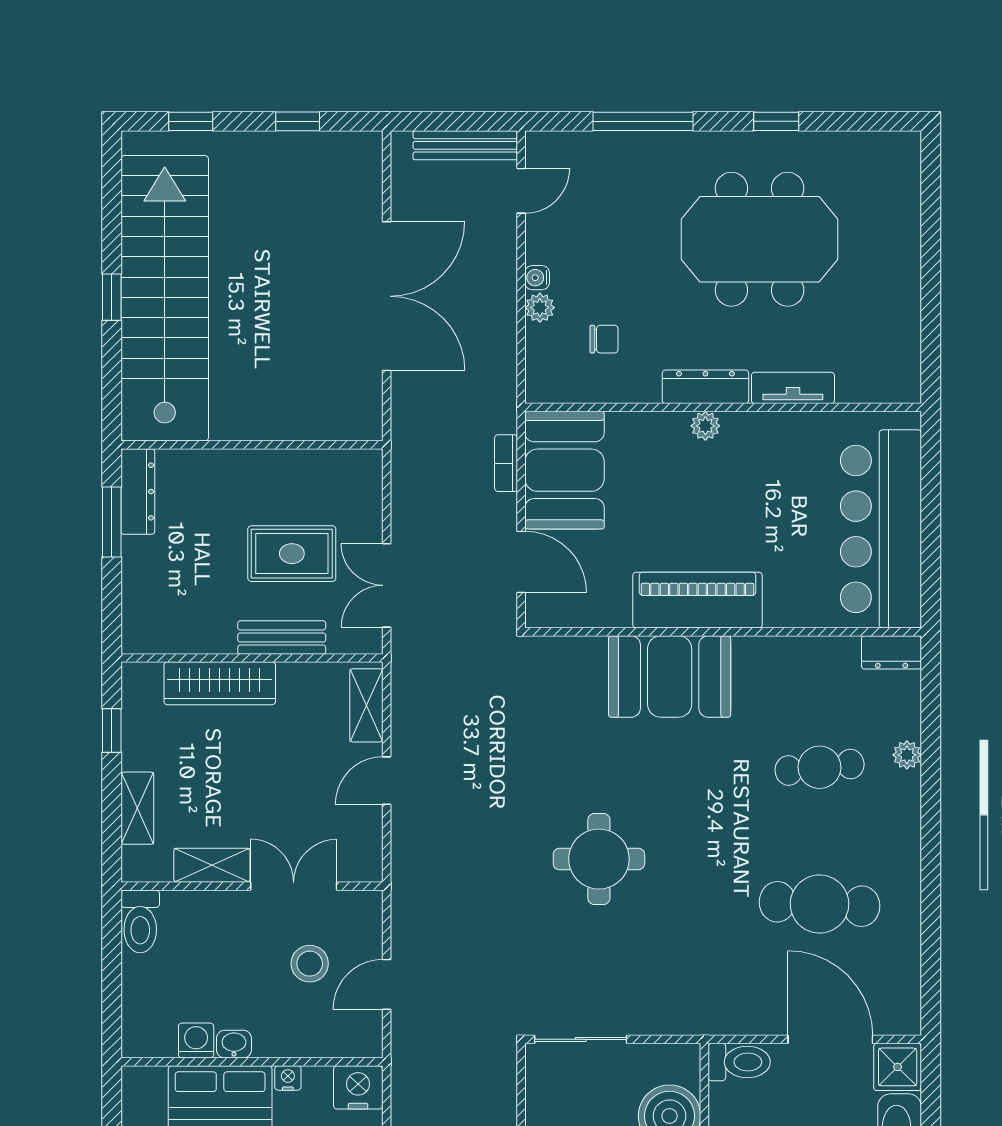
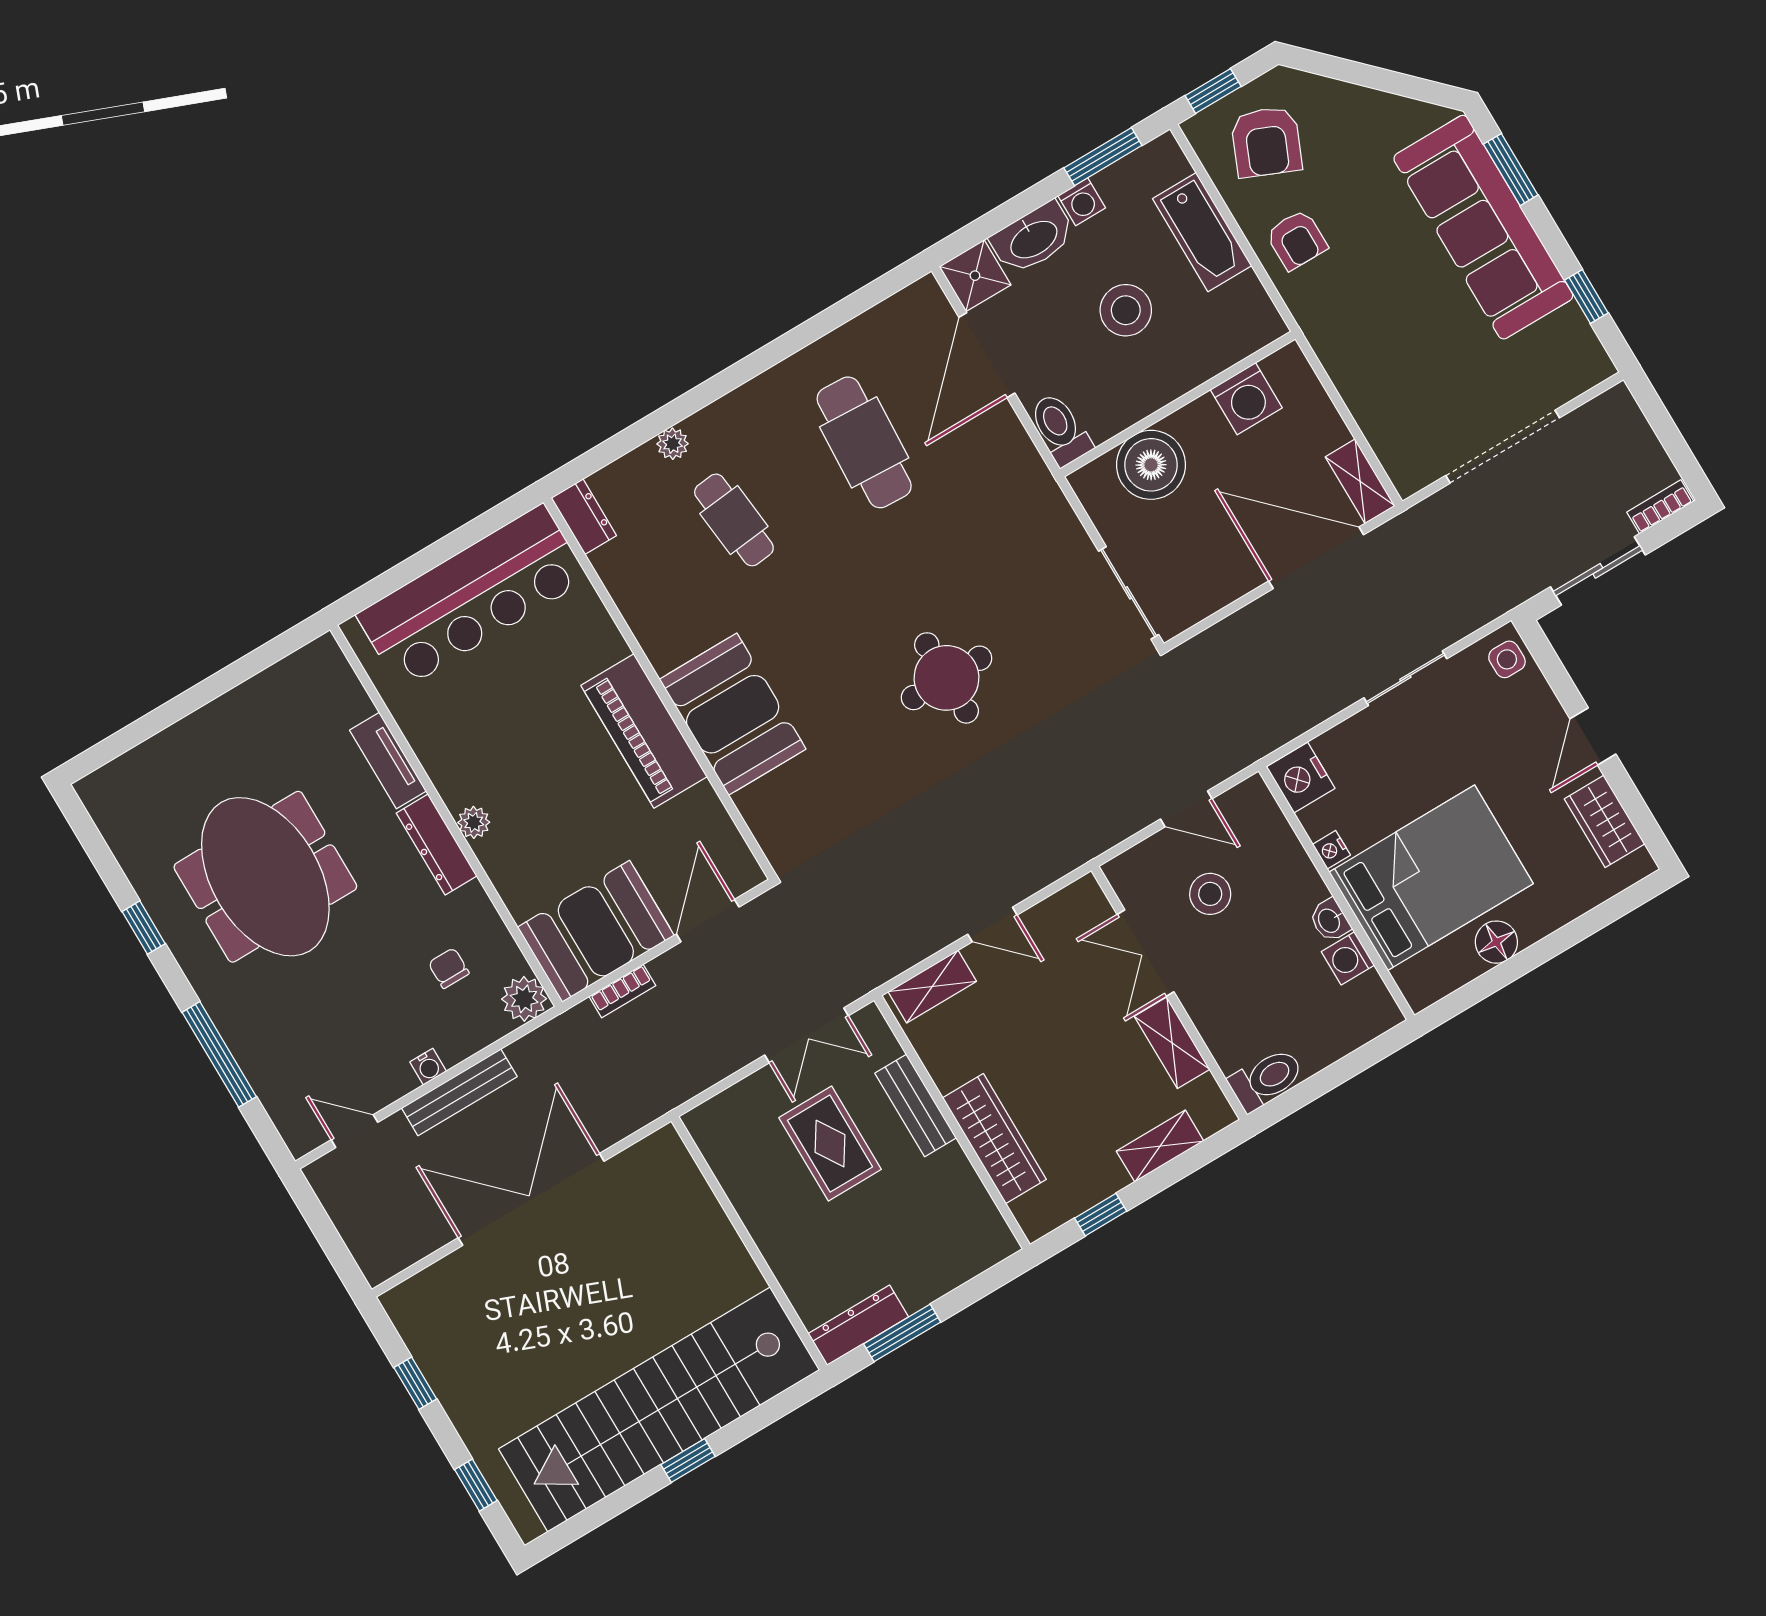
bench: (465, 145) -> (459, 1092), moved, turned 90
plant: (540, 308) -> (524, 999), moved, width x1.38, depth x1.38

